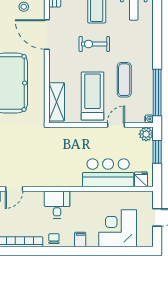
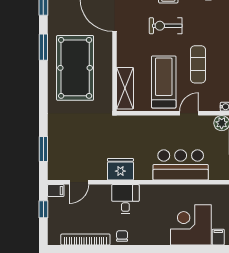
fridge: (141, 179) -> (120, 169), moved, width x1.88, depth x1.34
filing cabinet: (80, 240) -> (218, 237), moved

